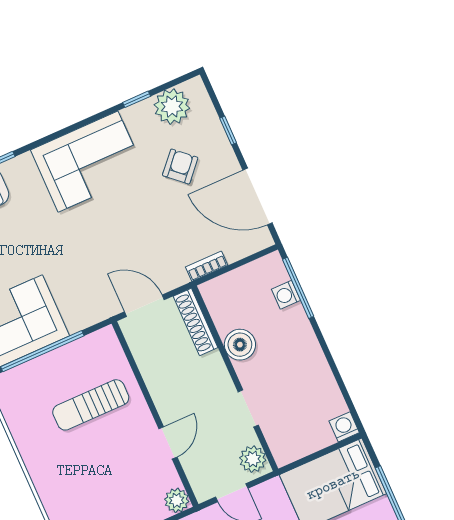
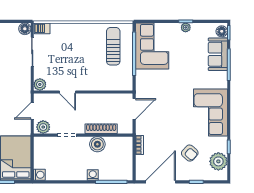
washing machine: (286, 295) -> (93, 175), moved
shoe rack: (195, 322) -> (101, 129), moved
sun lounger: (91, 405) -> (113, 46), moved

